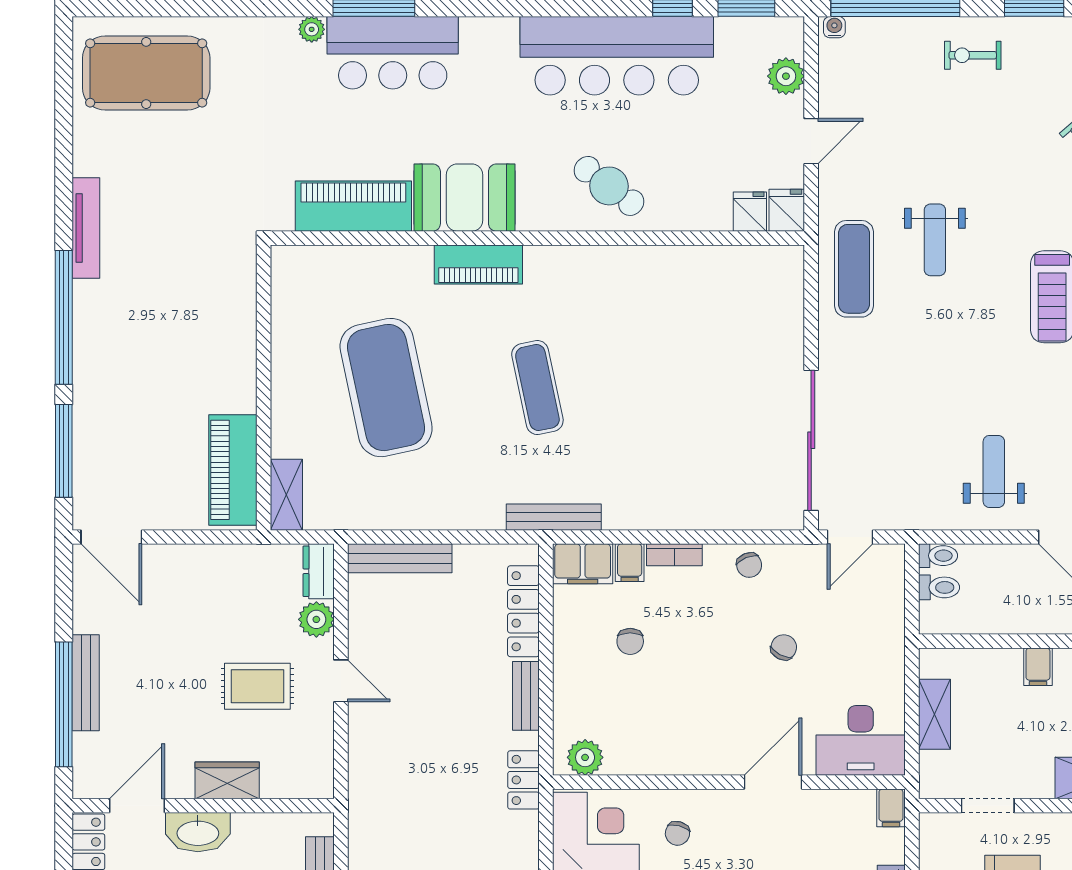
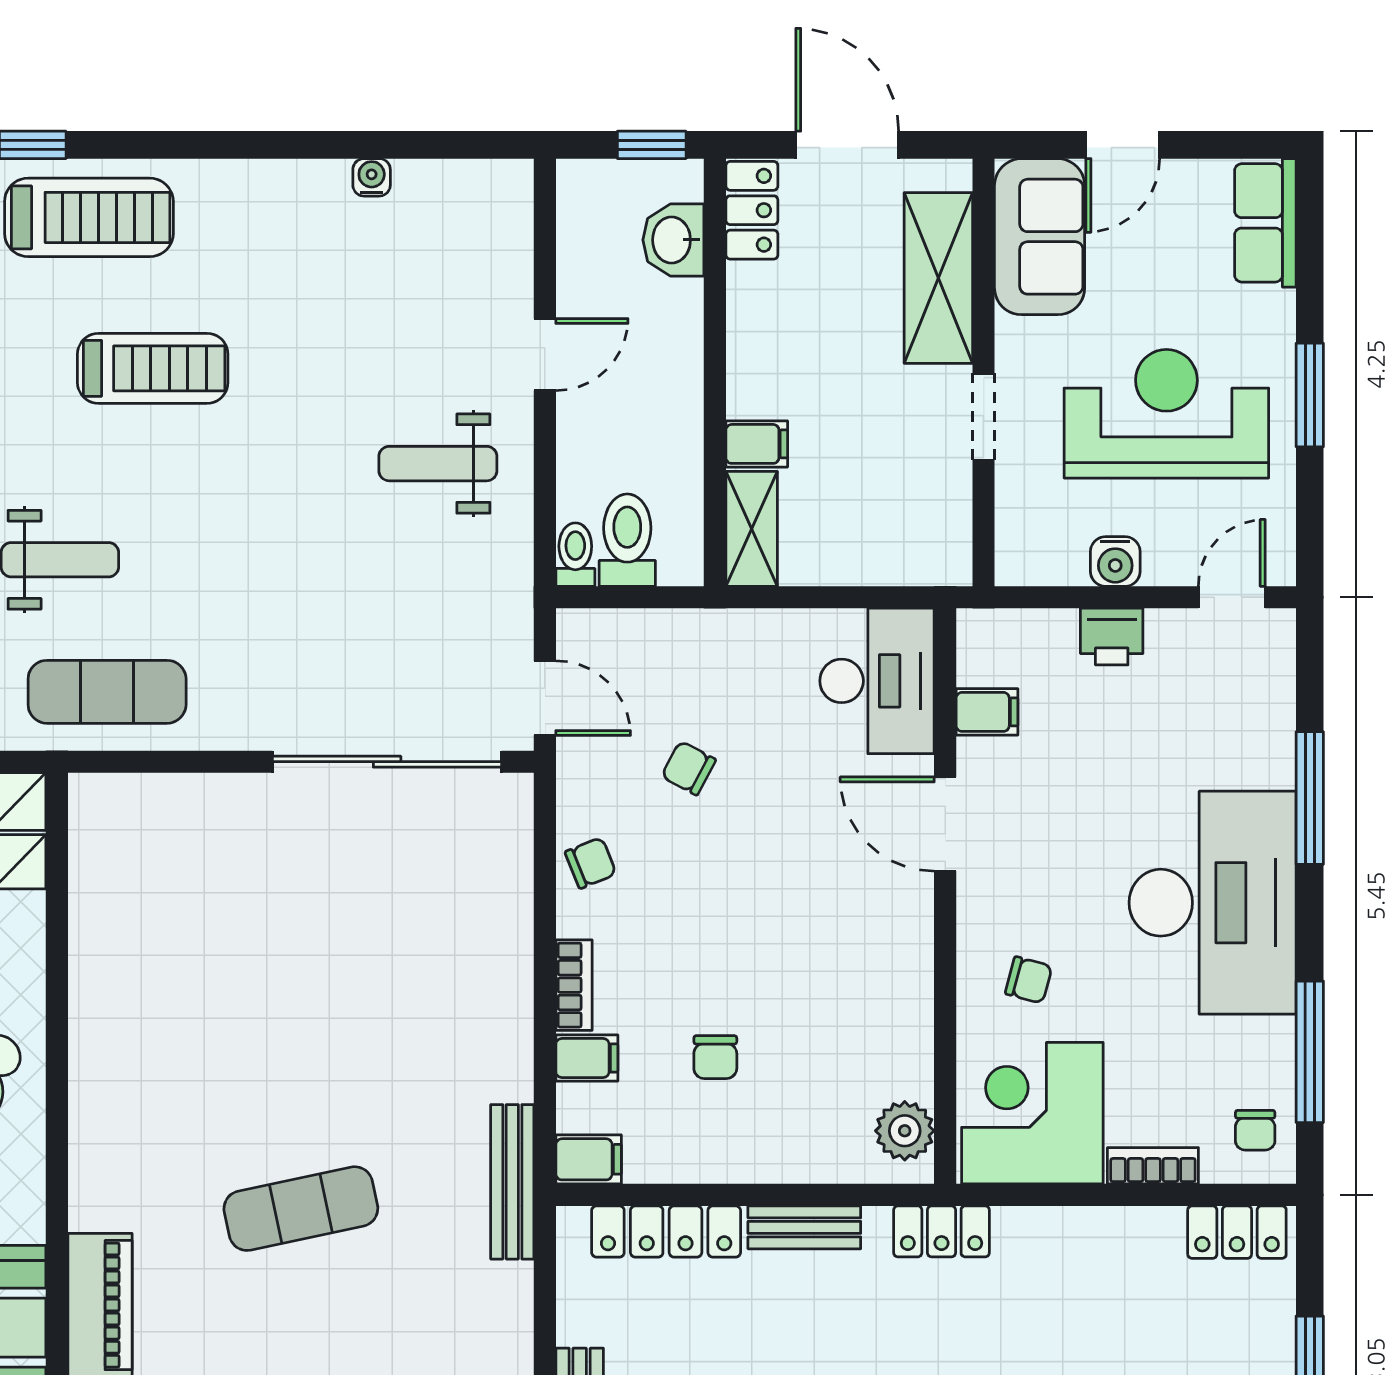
filing cabinet: (583, 564) -> (589, 1159), width x0.50
toilet: (939, 587) -> (627, 540), width x1.37, depth x1.39
chair: (630, 641) -> (715, 1057), turned 90
chair: (784, 647) -> (689, 768), moved
filing cabinet: (1038, 667) -> (757, 444), moved
shelving: (934, 714) -> (752, 529), moved, turned 90
doorway: (988, 806) -> (983, 417), moved
filing cabinet: (891, 808) -> (987, 712), moved

